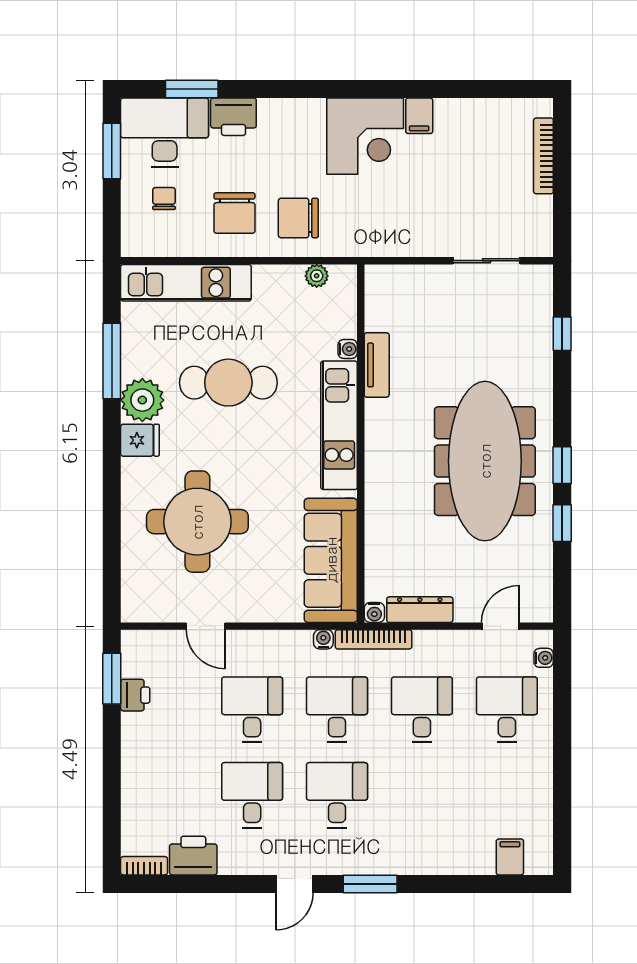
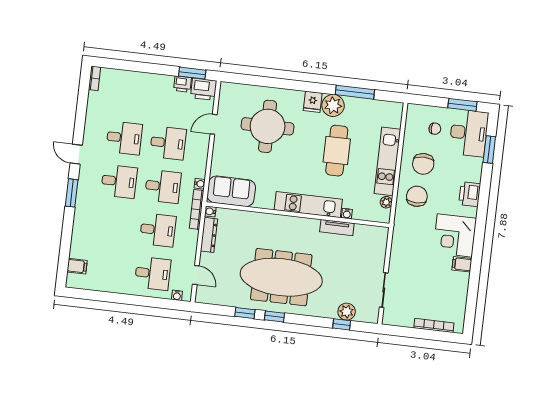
printer: (233, 117) -> (470, 194), moved
chair: (234, 213) -> (423, 164), turned -90
kitchen unit: (186, 283) -> (387, 161), moved
plant: (536, 327) -> (347, 312), added
sofa: (331, 560) -> (231, 191), width x0.73
printer: (193, 856) -> (204, 89), moved, turned 90

